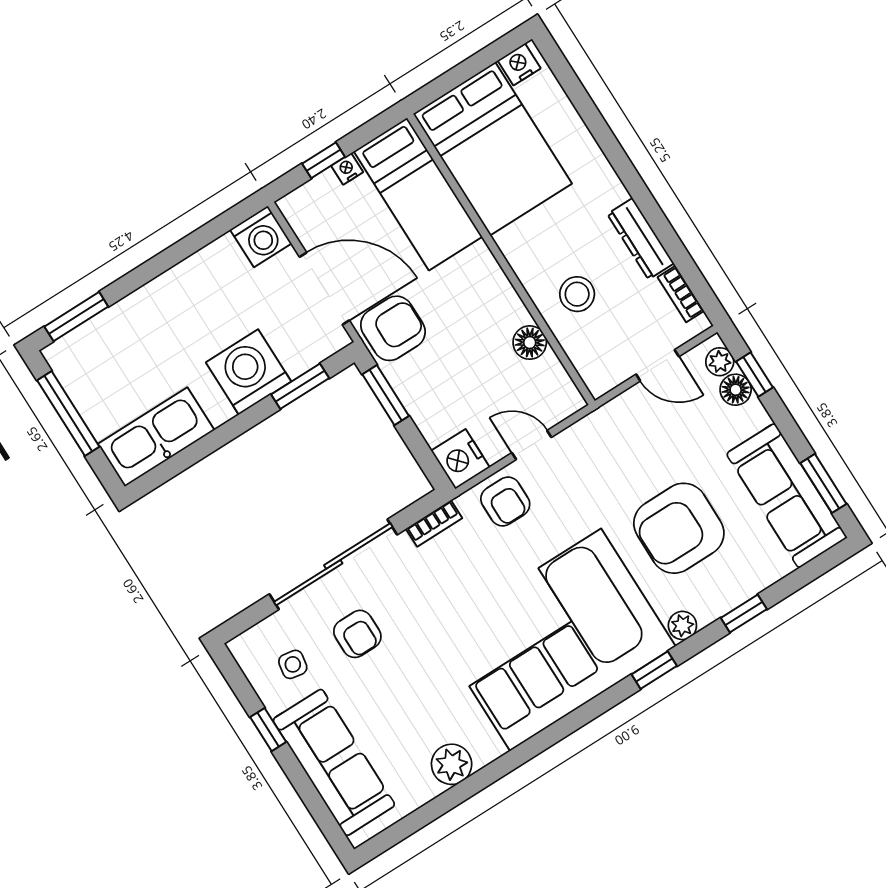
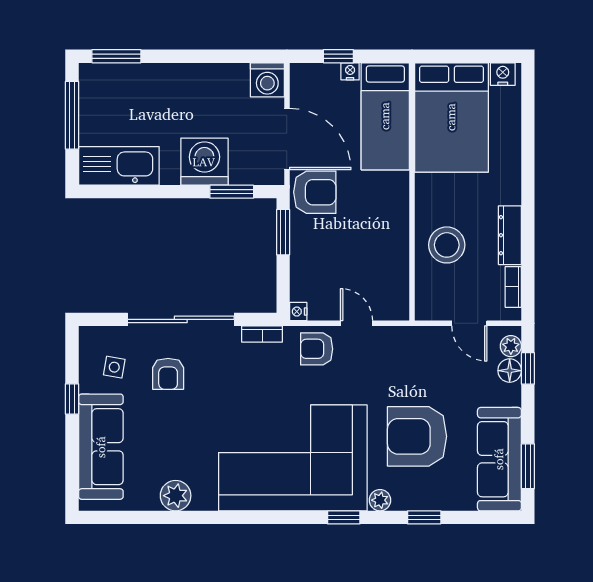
stool: (577, 294) -> (447, 245), width x1.38, depth x1.38
floor lamp: (530, 343) -> (397, 257), removed
nightstand: (460, 459) -> (298, 312), width x0.53, depth x0.56
armchair: (505, 501) -> (317, 349), turned 90

